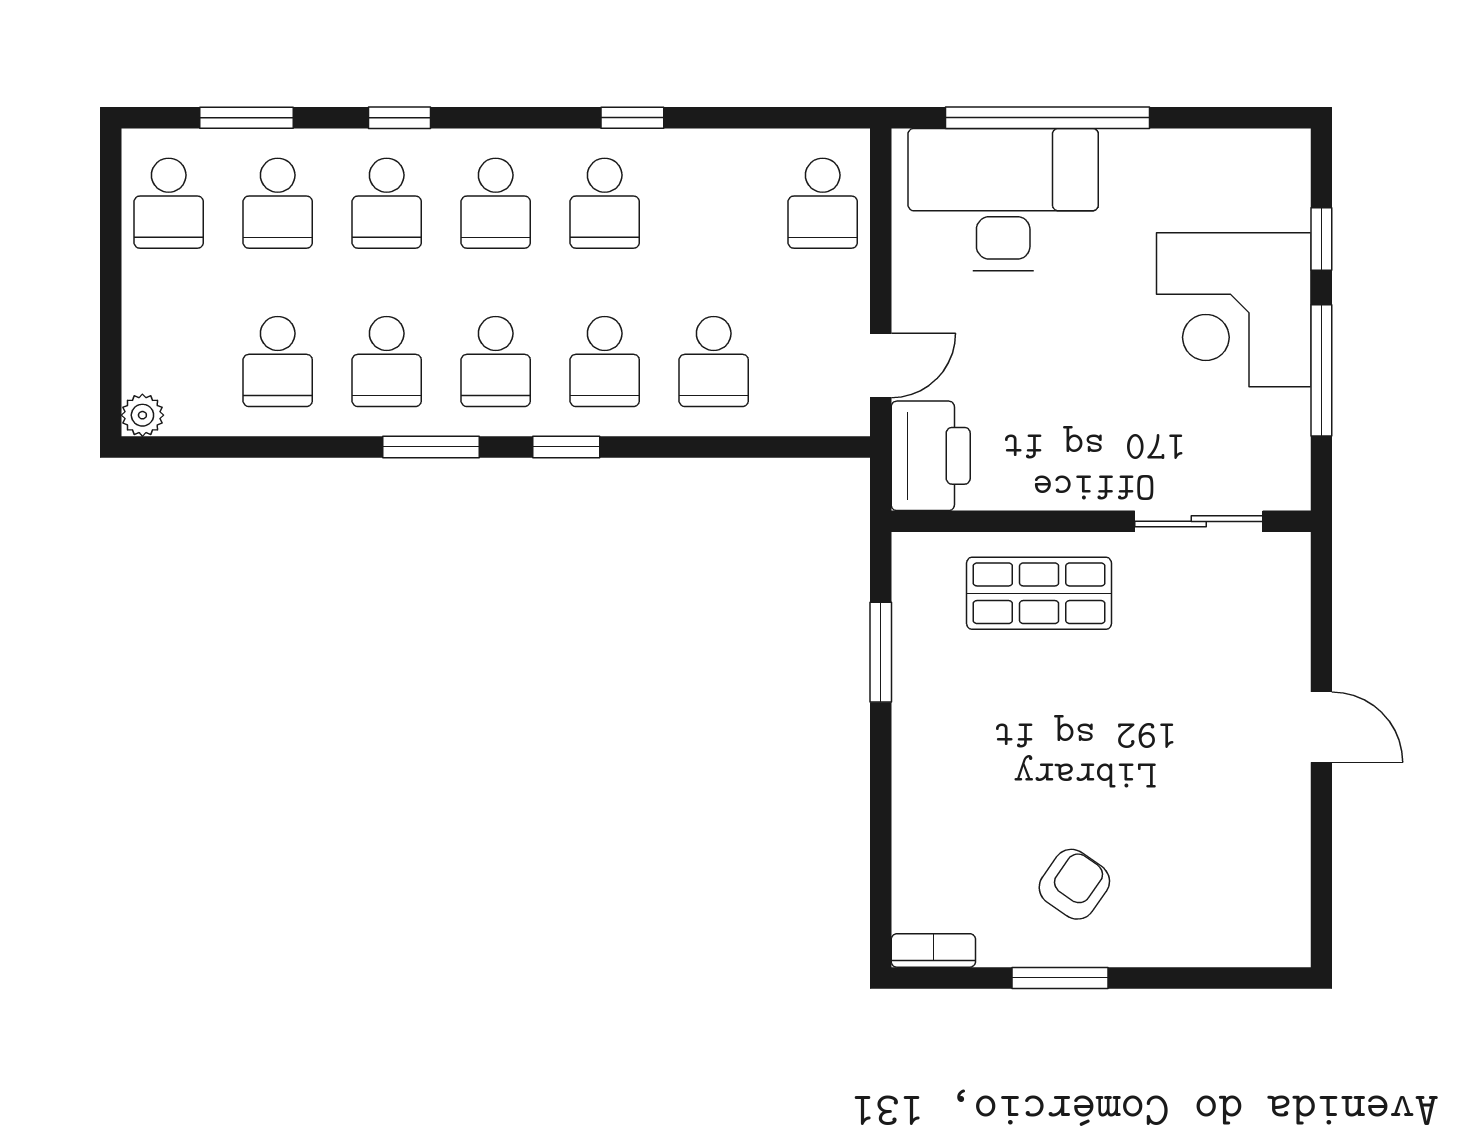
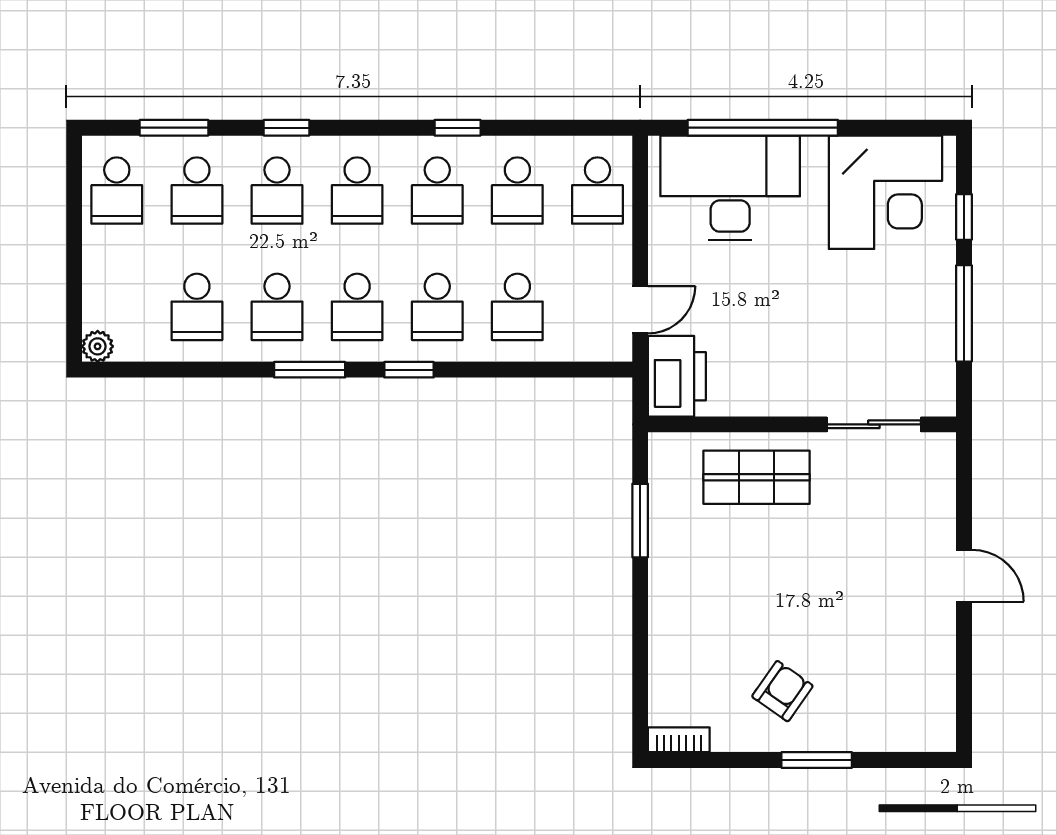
school desk: (714, 203) -> (517, 191), added
corner desk: (1234, 310) -> (886, 192), moved, turned -90
window: (1060, 978) -> (817, 760), moved

